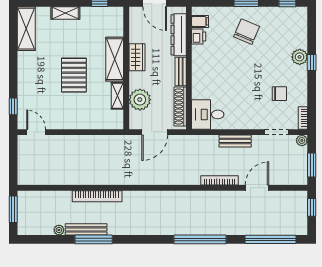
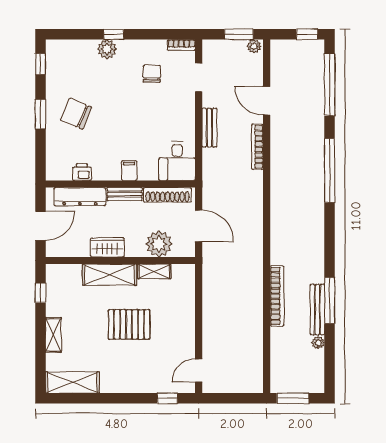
filing cabinet: (200, 21) -> (129, 170), moved
plant: (302, 140) -> (254, 46), moved
window: (312, 207) -> (307, 34), moved

